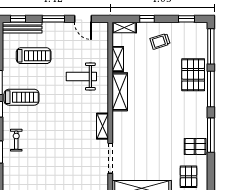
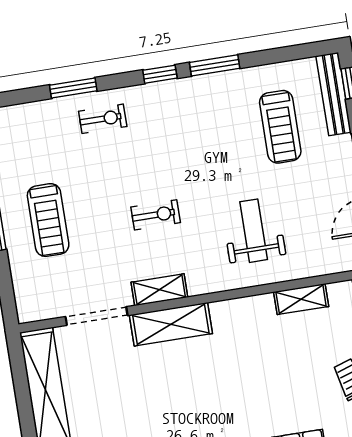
shelving: (120, 92) -> (171, 324), moved
treadmill: (22, 97) -> (48, 220), moved
exercise bike: (66, 122) -> (156, 215), added

